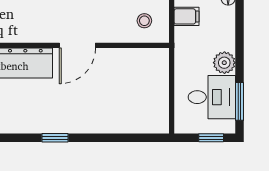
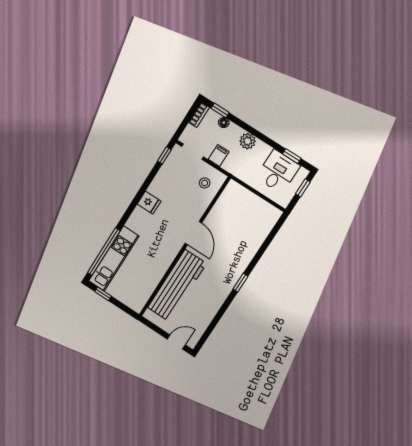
plant: (224, 63) -> (248, 141), moved
window: (239, 101) -> (292, 156), width x0.67

